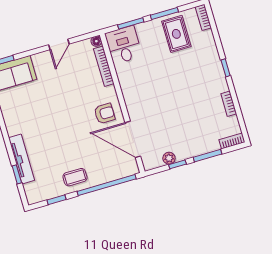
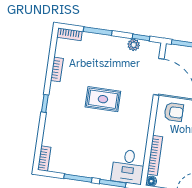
rug: (176, 34) -> (103, 99), moved, turned 90
armchair: (104, 113) -> (174, 112), turned 180
window: (177, 164) -> (141, 37), moved

